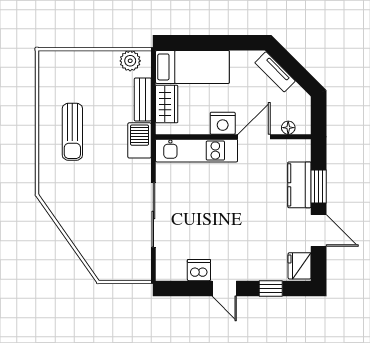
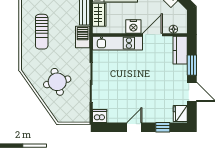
kitchen counter: (299, 185) -> (180, 50), moved
round table: (98, 214) -> (57, 82), added
dishwasher: (199, 270) -> (100, 116), moved
door: (224, 288) -> (134, 127), swing flipped

